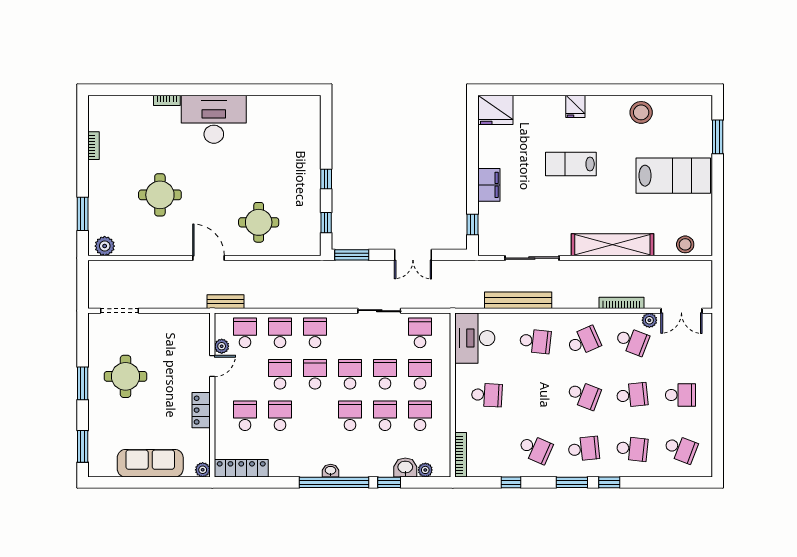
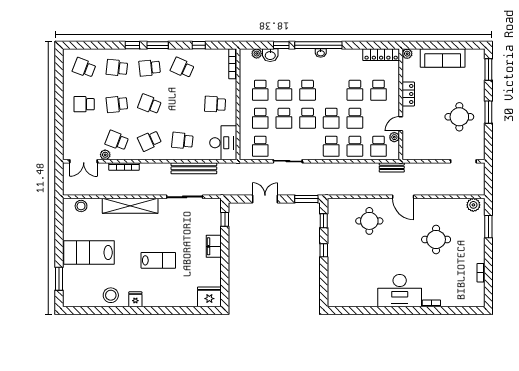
fridge: (575, 106) -> (135, 299), moved
double door: (681, 311) -> (84, 161), swing flipped

